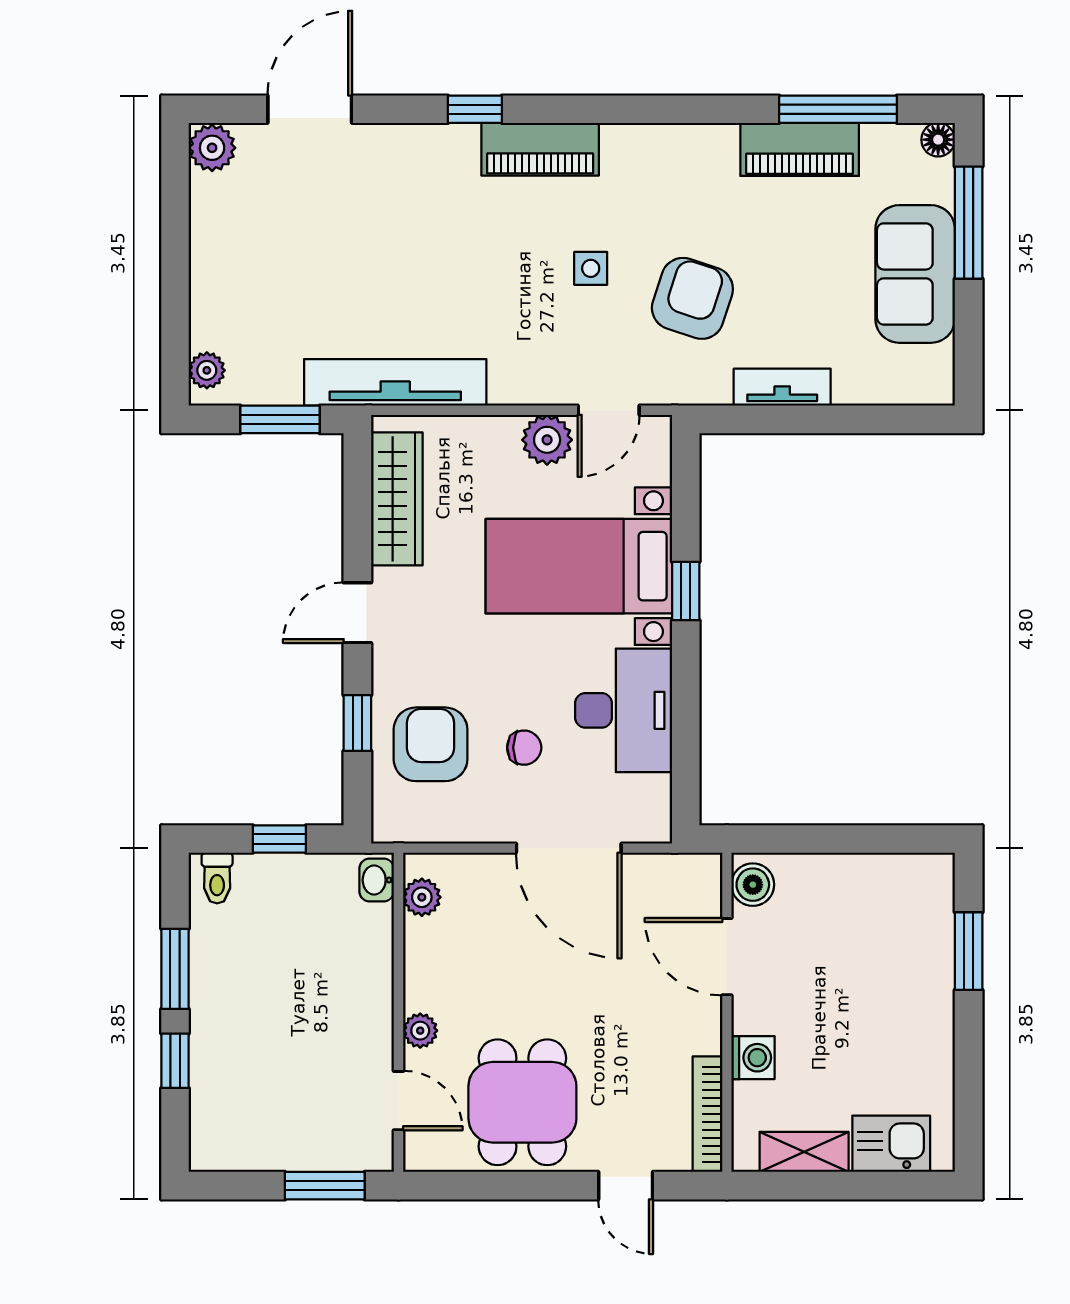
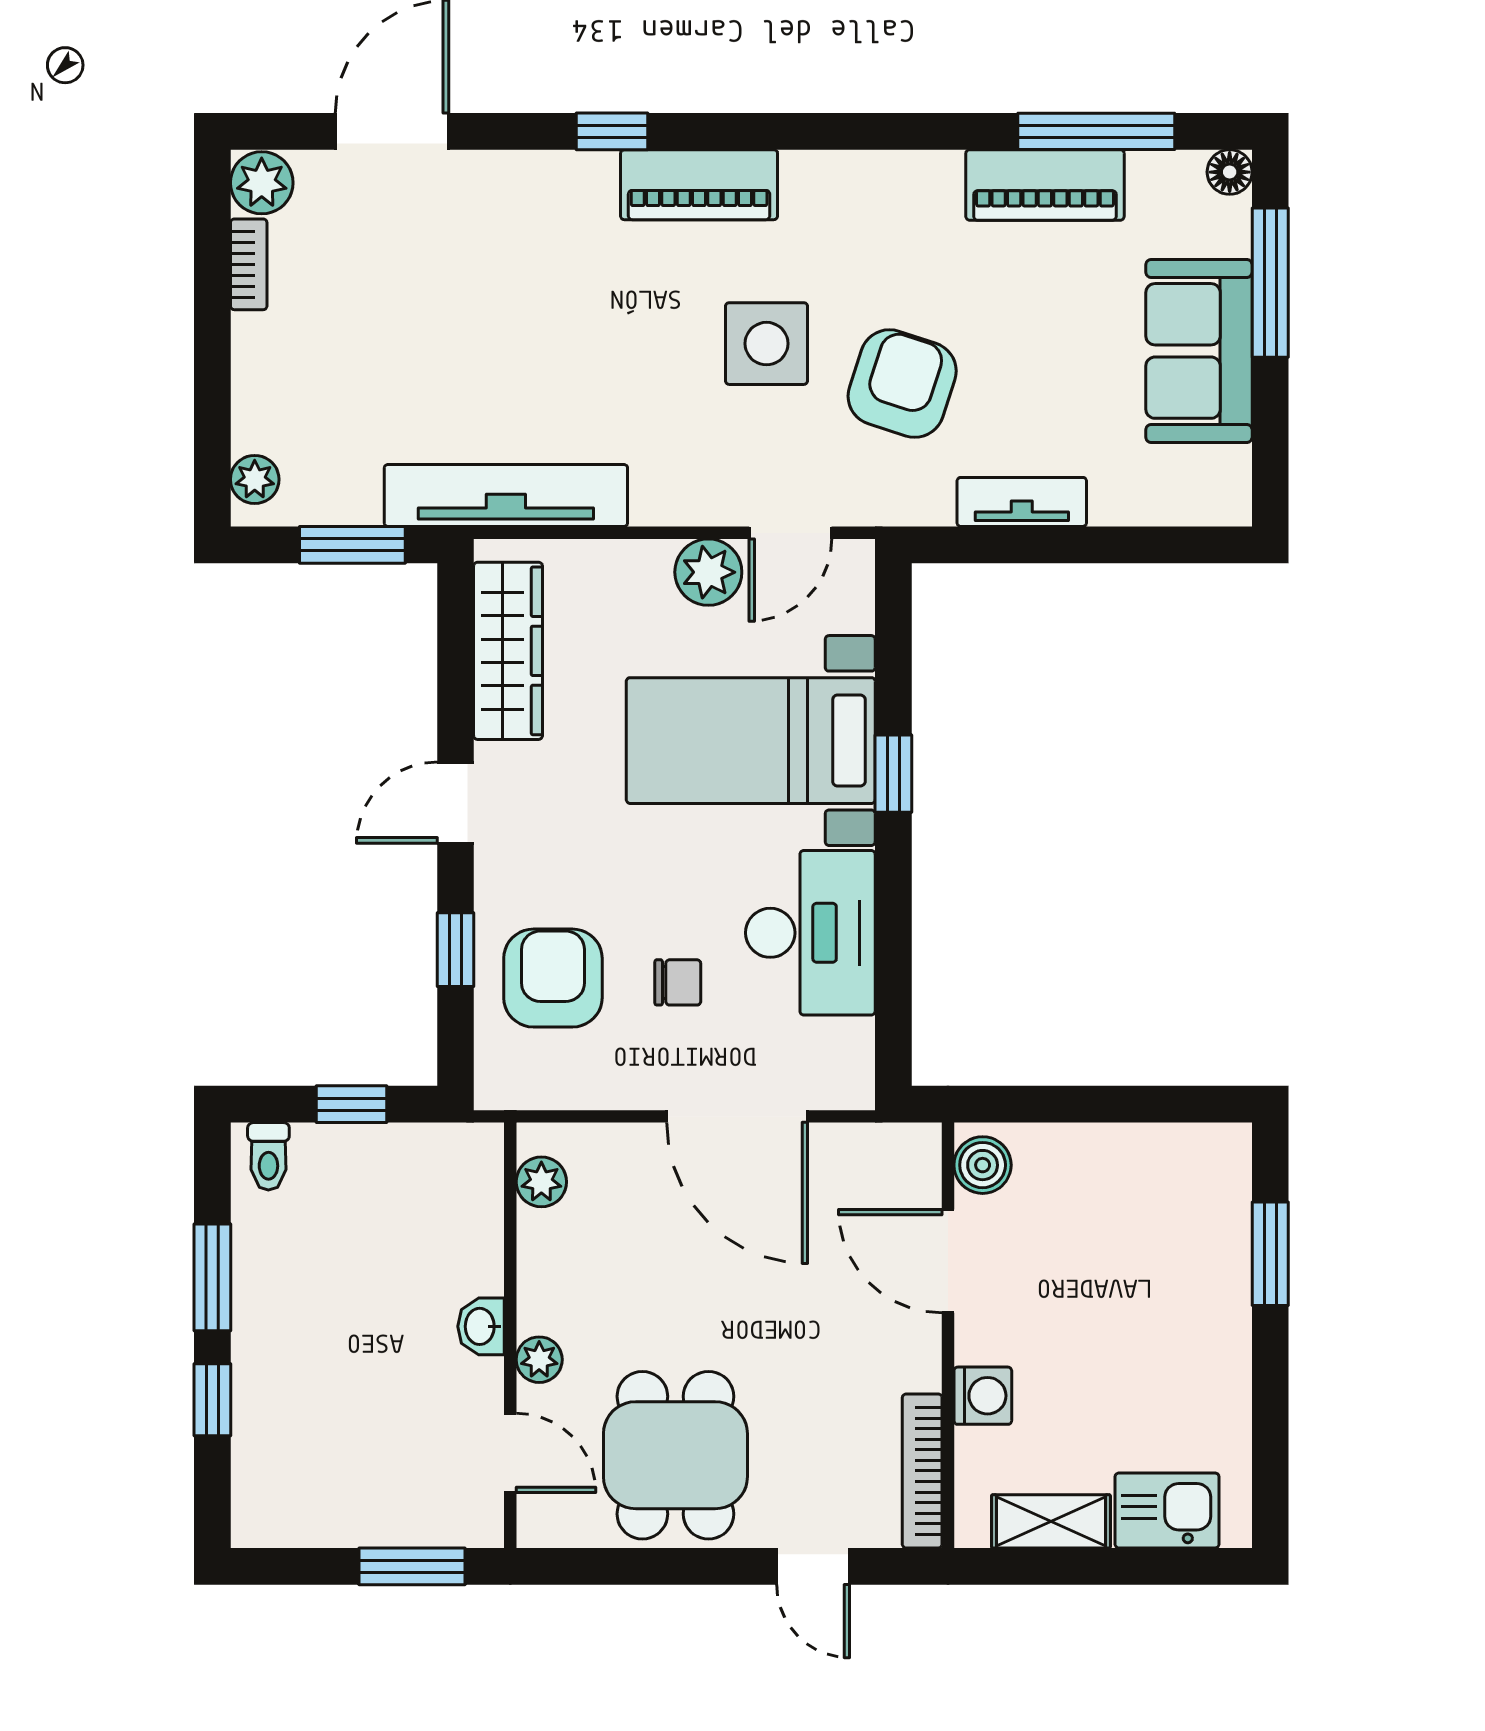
bookcase: (202, 209) -> (249, 264), added
side table: (591, 268) -> (766, 344), width x1.87, depth x1.87
washbasin: (377, 880) -> (481, 1326), moved

